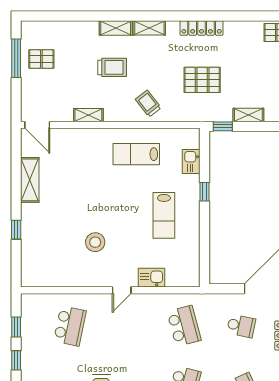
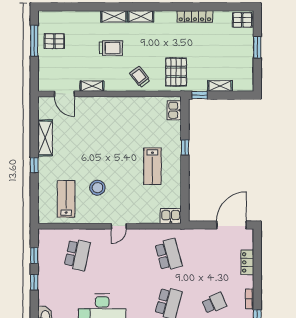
locker: (202, 28) -> (195, 16), moved
pallet: (202, 80) -> (176, 72), moved, turned 90
door: (37, 125) -> (64, 94), moved
lab bench: (136, 154) -> (66, 199), moved, turned 90
kitchen sink: (191, 162) -> (174, 110), moved
window: (16, 230) -> (34, 165), moved
kitchen sink: (151, 278) -> (171, 216), moved
school desk: (241, 326) -> (214, 255), removed

